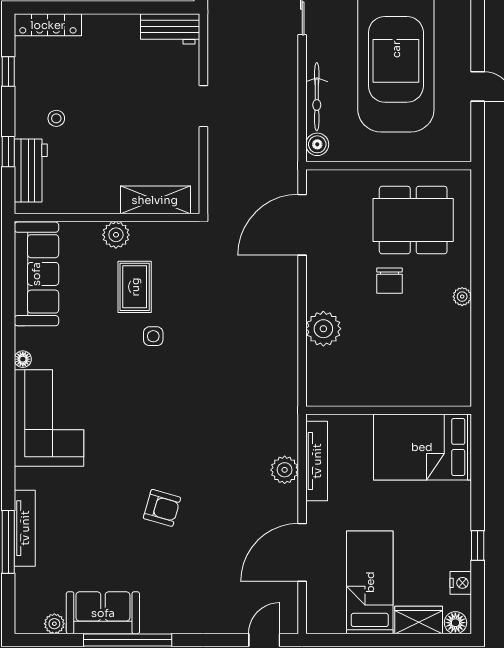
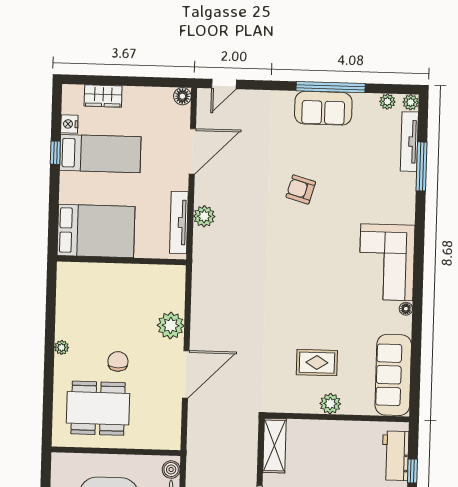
shelving: (155, 200) -> (275, 446), moved, turned 90
door: (302, 225) -> (186, 374), moved
rug: (135, 287) -> (317, 363), turned 90
side table: (153, 336) -> (304, 324), removed
tv unit: (25, 528) -> (409, 142), moved
bed: (370, 582) -> (100, 154), moved, turned -90
sofa: (103, 613) -> (323, 108), moved
floor lamp: (455, 623) -> (182, 96), moved
plant: (25, 624) -> (411, 102), added

